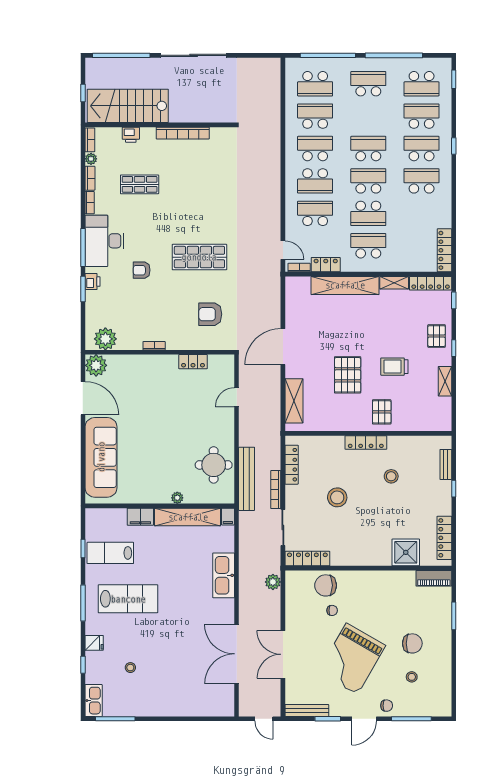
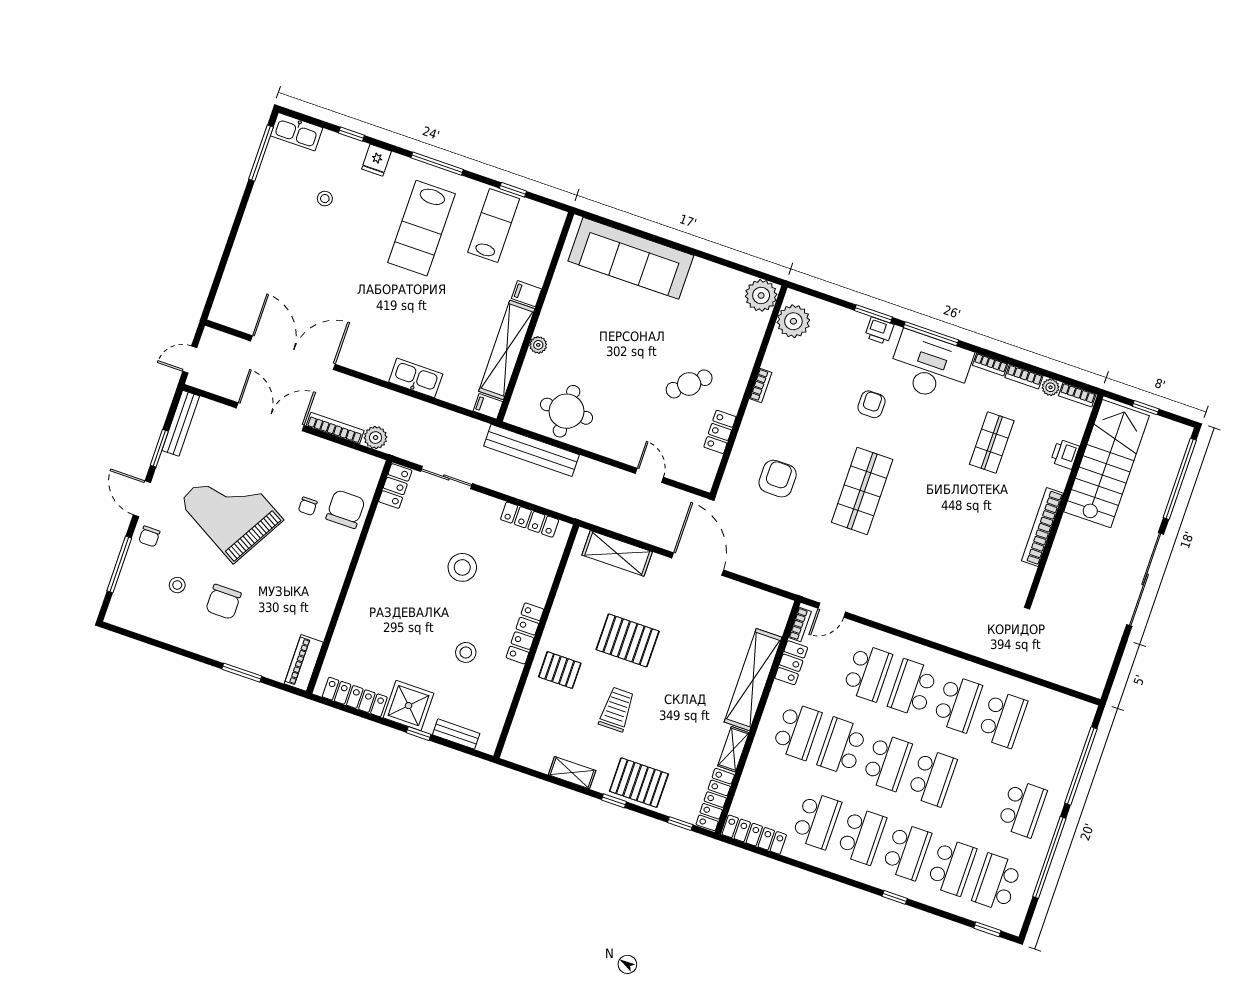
school desk: (315, 84) -> (817, 820), moved, turned 180
pallet: (437, 336) -> (639, 783), width x1.50, depth x1.42
cafe table: (169, 392) -> (689, 384), added
door: (83, 398) -> (722, 262), removed
bookcase: (276, 490) -> (335, 428), moved
filing cabinet: (140, 517) -> (527, 294), width x0.50
shower: (406, 552) -> (409, 706), moved
locker: (307, 559) -> (395, 486), width x0.66
kitchen sink: (224, 575) -> (416, 378), width x0.73, depth x0.81

